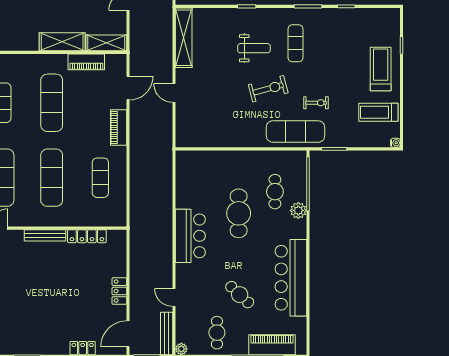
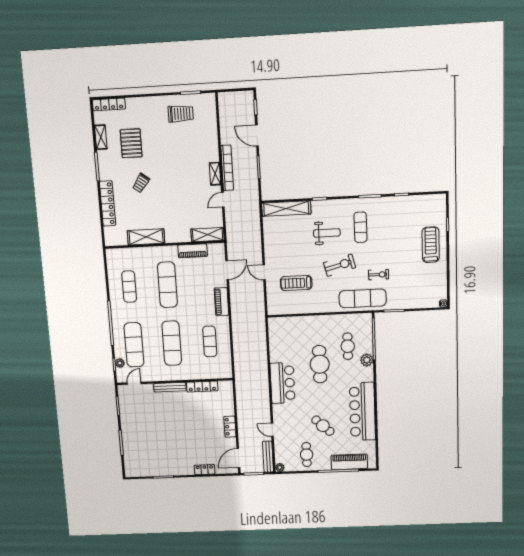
shelving: (184, 38) -> (286, 209), moved, turned 90
shelving: (62, 42) -> (146, 237), moved
treadmill: (378, 112) -> (296, 283), moved

